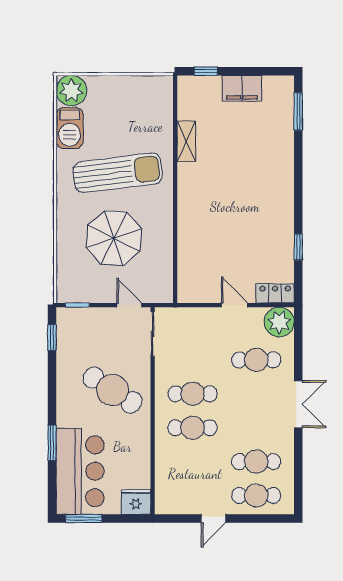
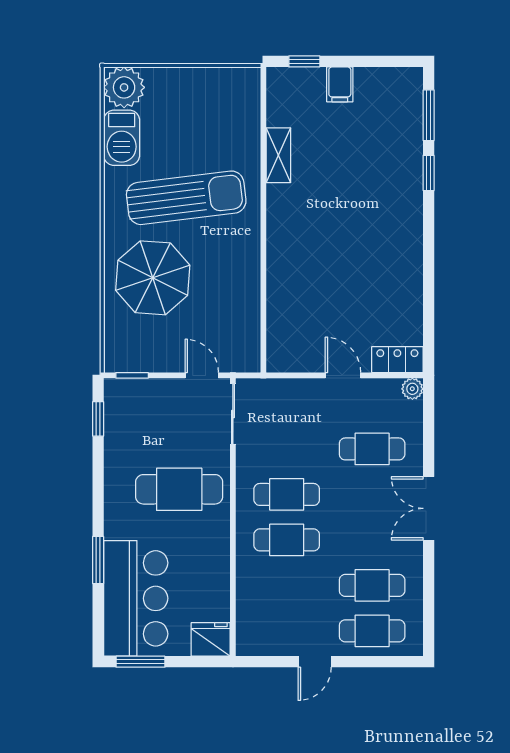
filing cabinet: (242, 88) -> (340, 84), width x0.50
parasol: (114, 238) -> (153, 278), moved
window: (298, 247) -> (429, 173), moved
plant: (279, 322) -> (412, 389), width x0.53, depth x0.53
cafe table: (112, 390) -> (179, 489), turned -33
double door: (298, 404) -> (429, 508), swing flipped

